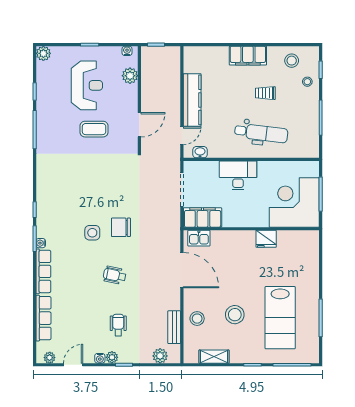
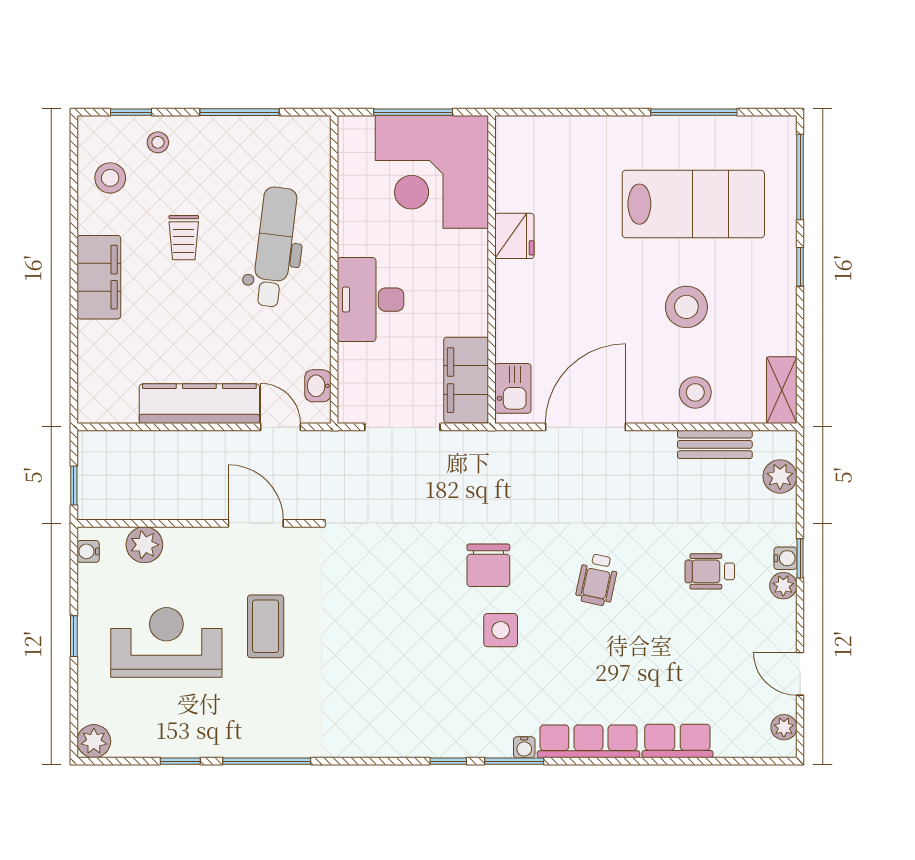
row of seats: (43, 318) -> (677, 741), width x0.68
shelving: (214, 357) -> (782, 390), moved
water cooler: (100, 358) -> (785, 558), moved

